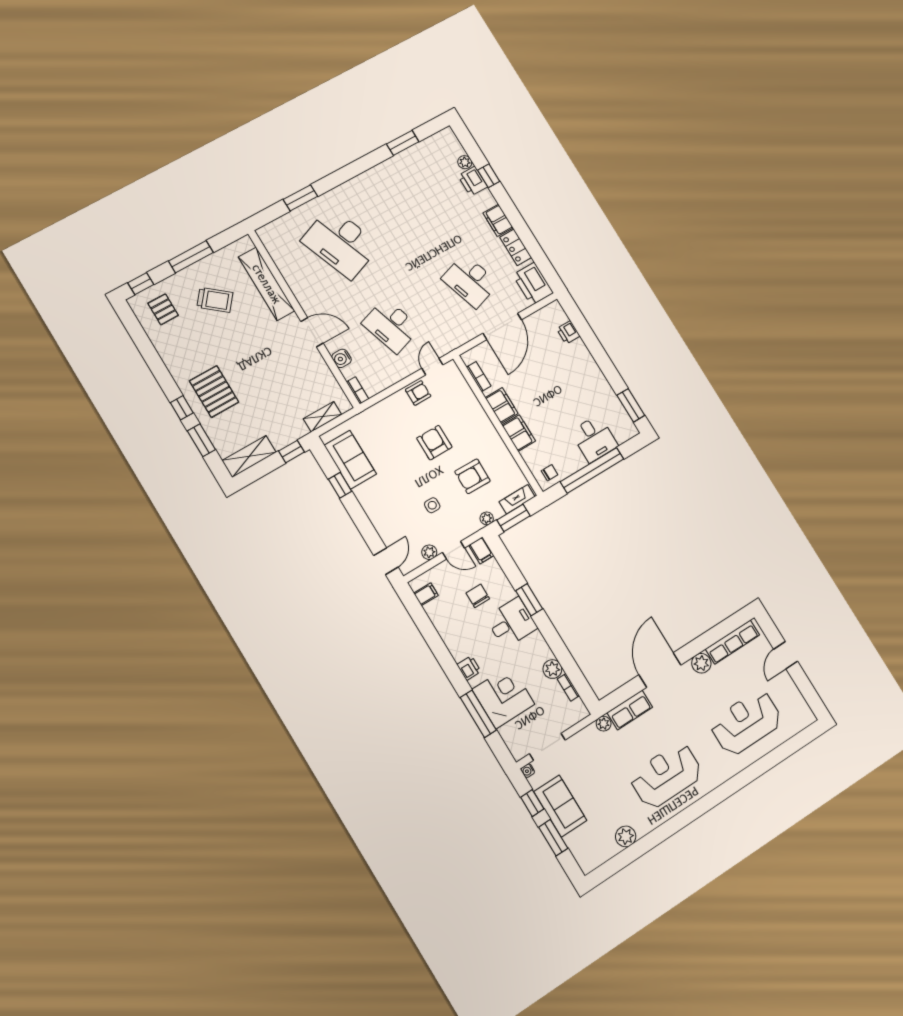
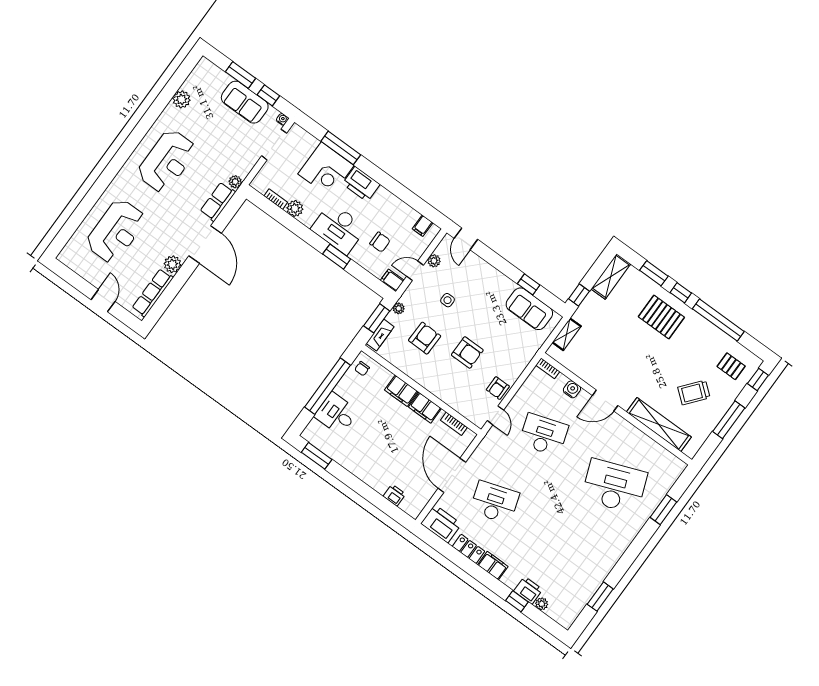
window: (155, 362) -> (718, 320), added
desk: (511, 623) -> (339, 228), width x1.37
printer: (469, 668) -> (361, 184), width x1.87, depth x1.48

